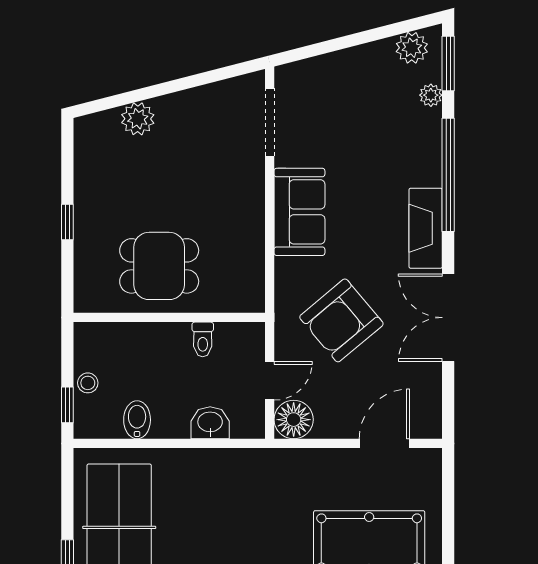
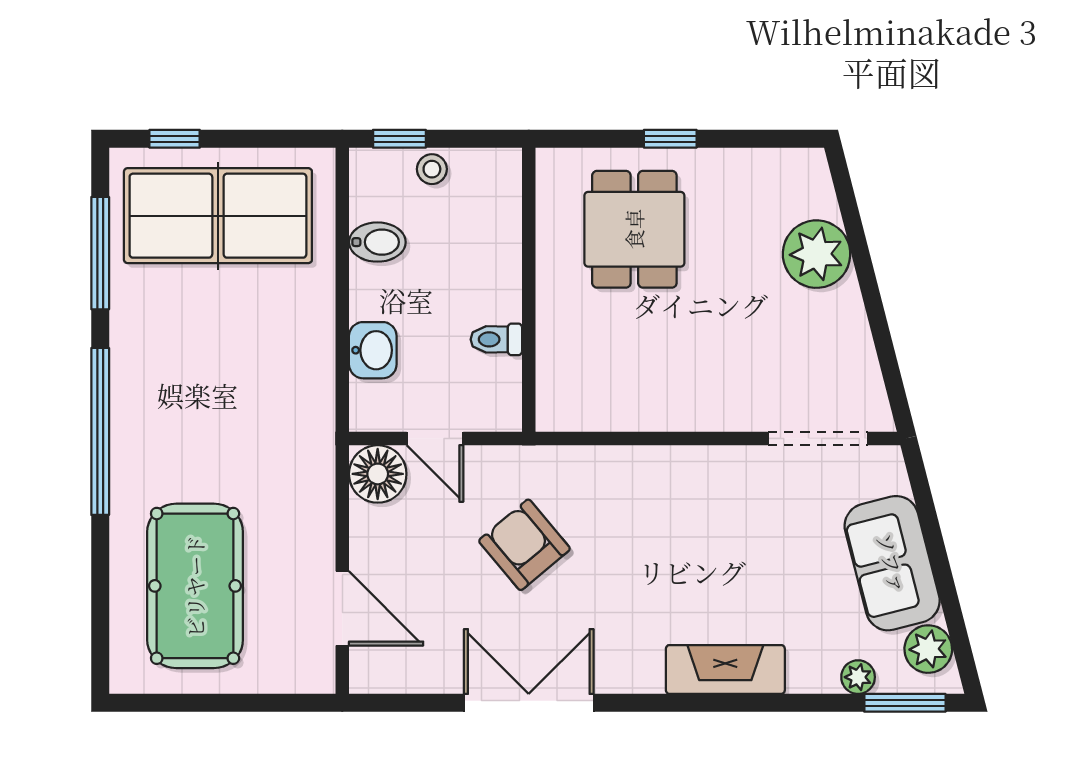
plant: (138, 119) -> (817, 254), width x1.36, depth x1.36
window: (448, 175) -> (740, 703), removed
sofa: (299, 212) -> (892, 563), moved, turned 76
fireplace: (426, 228) -> (725, 669), moved
dining table: (159, 266) -> (634, 229), moved
armchair: (341, 320) -> (524, 545), width x0.73, depth x0.73

